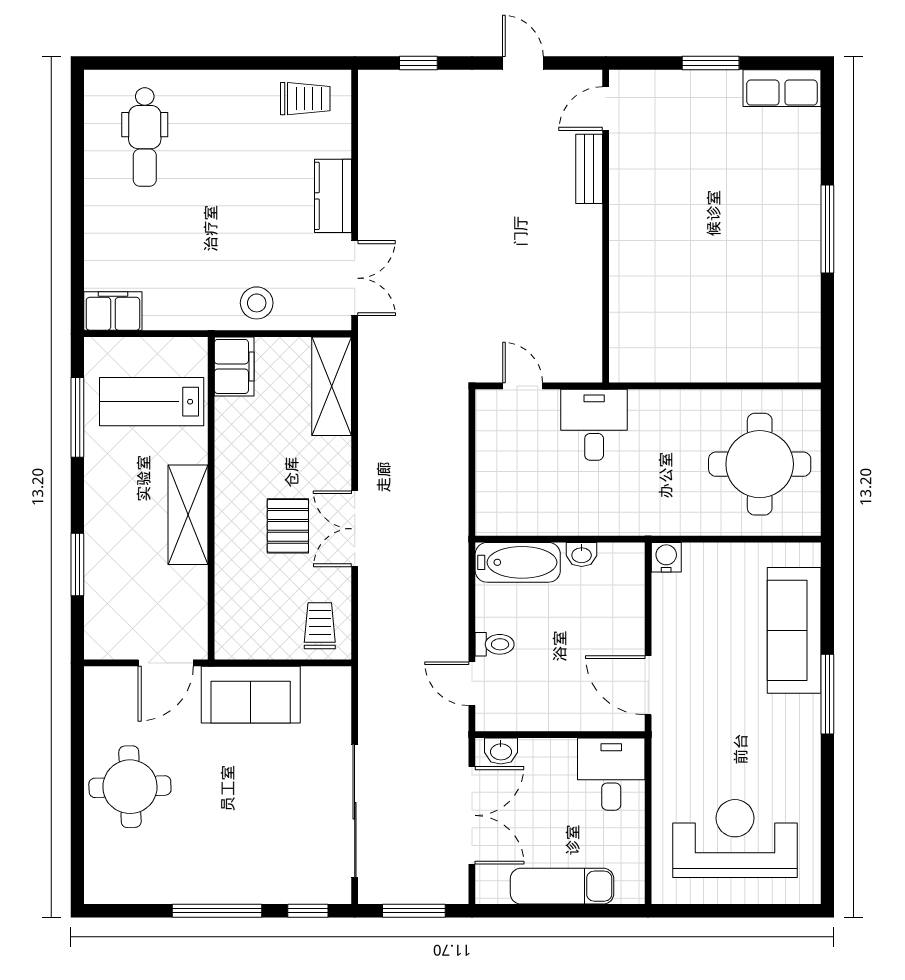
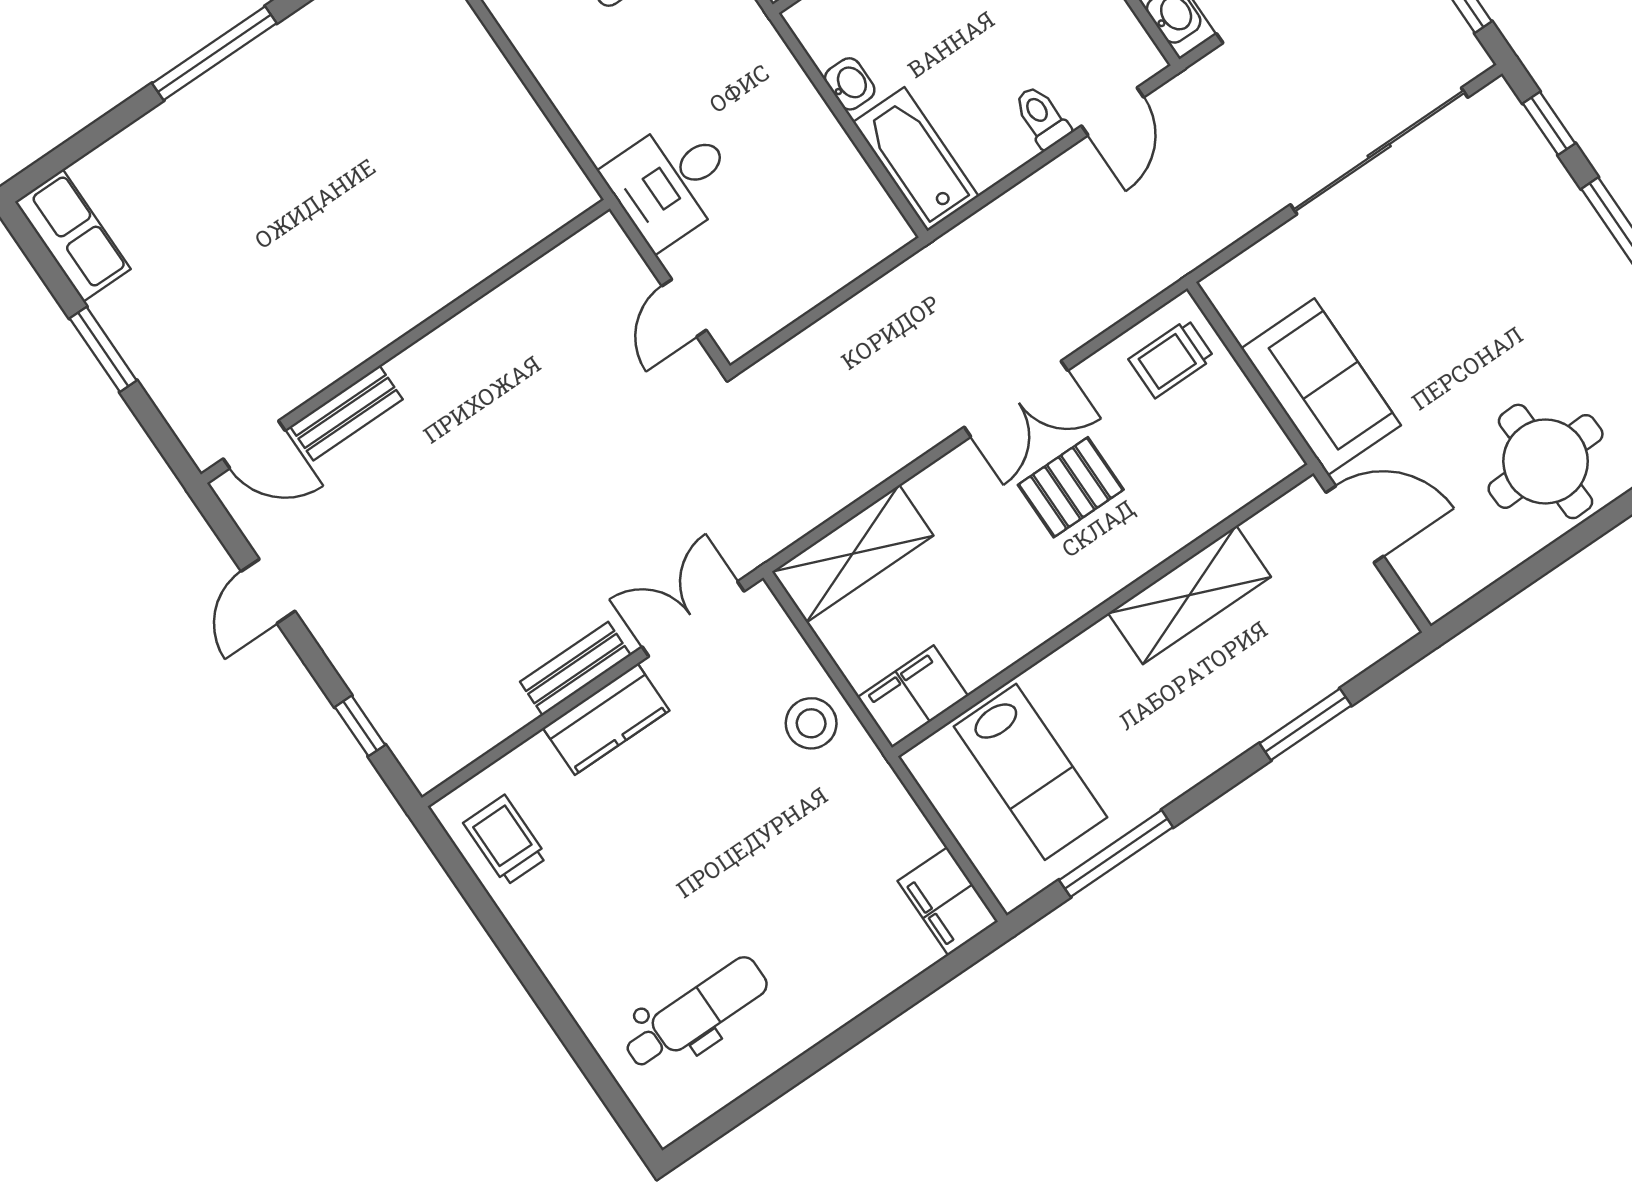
bench: (371, 198) -> (575, 668), added
shelving: (188, 515) -> (1190, 595), moved

